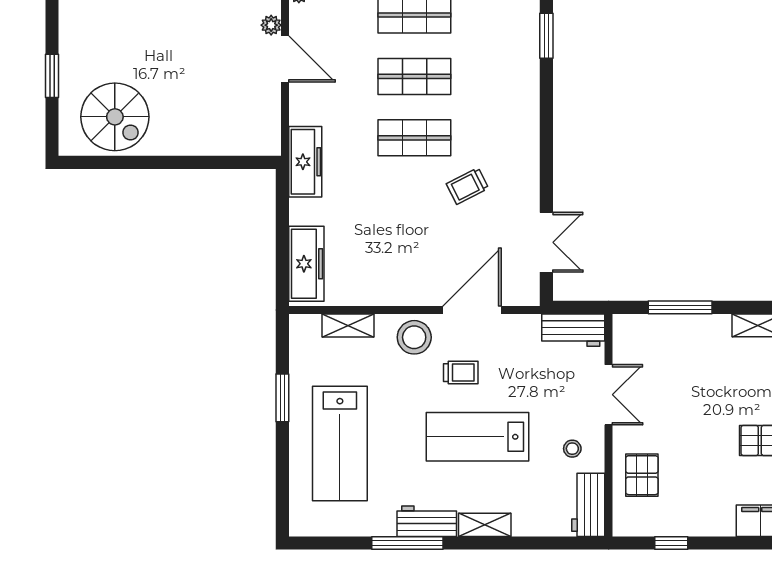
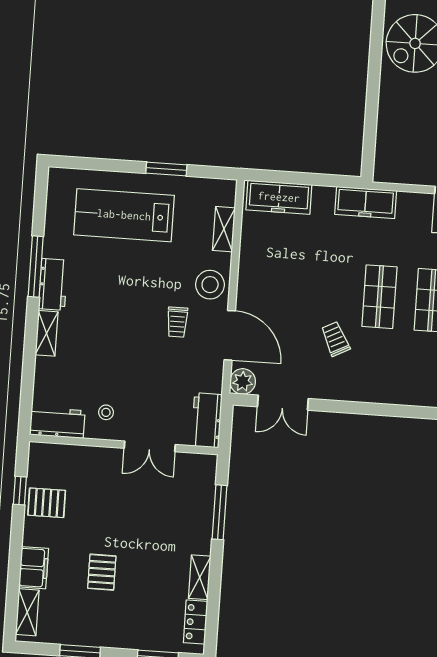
plant: (525, 291) -> (243, 381), added
lab bench: (477, 437) -> (122, 332), removed
pallet: (642, 475) -> (47, 503), moved

